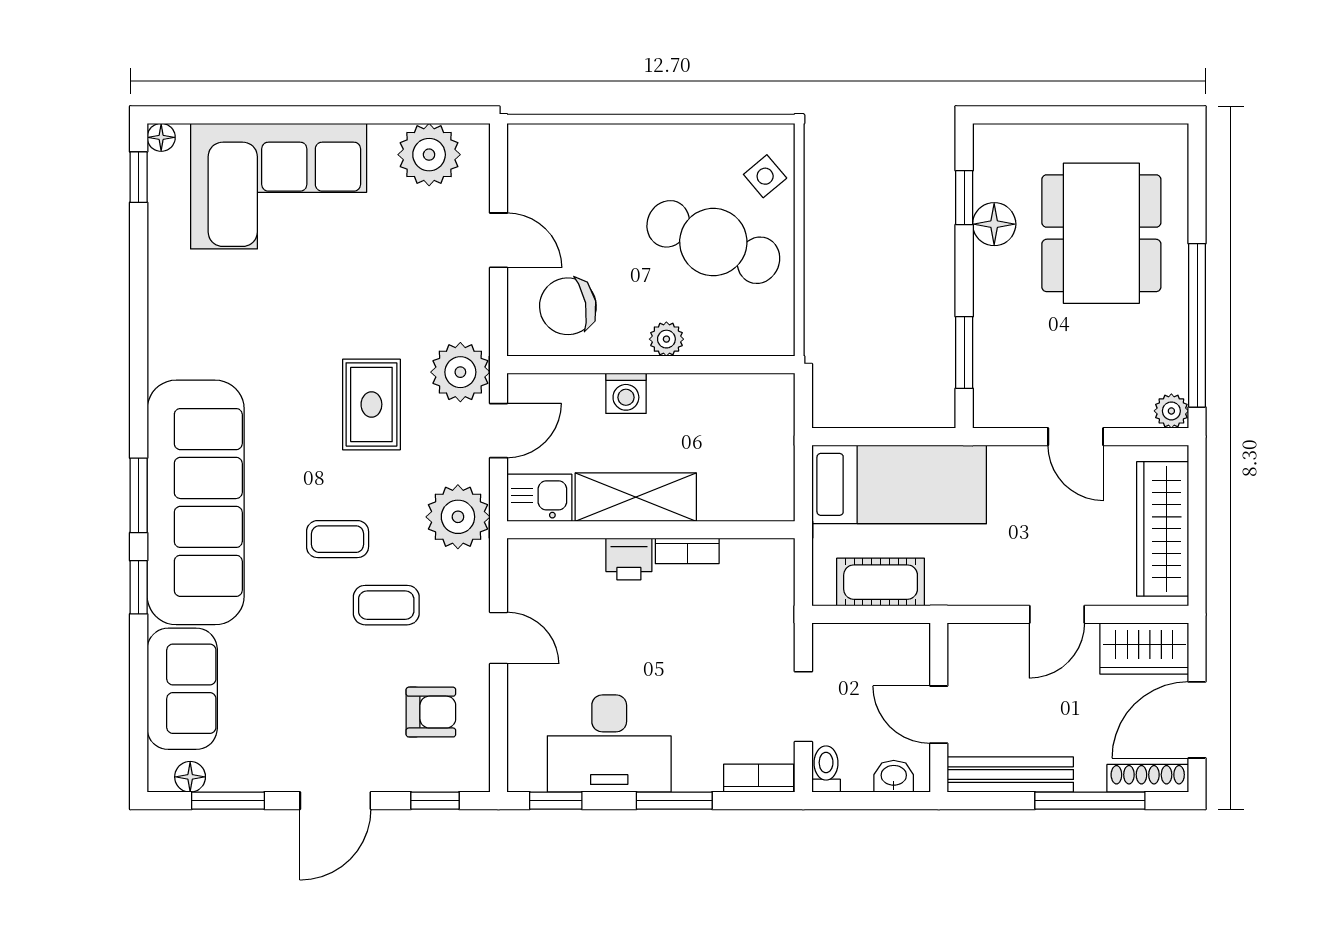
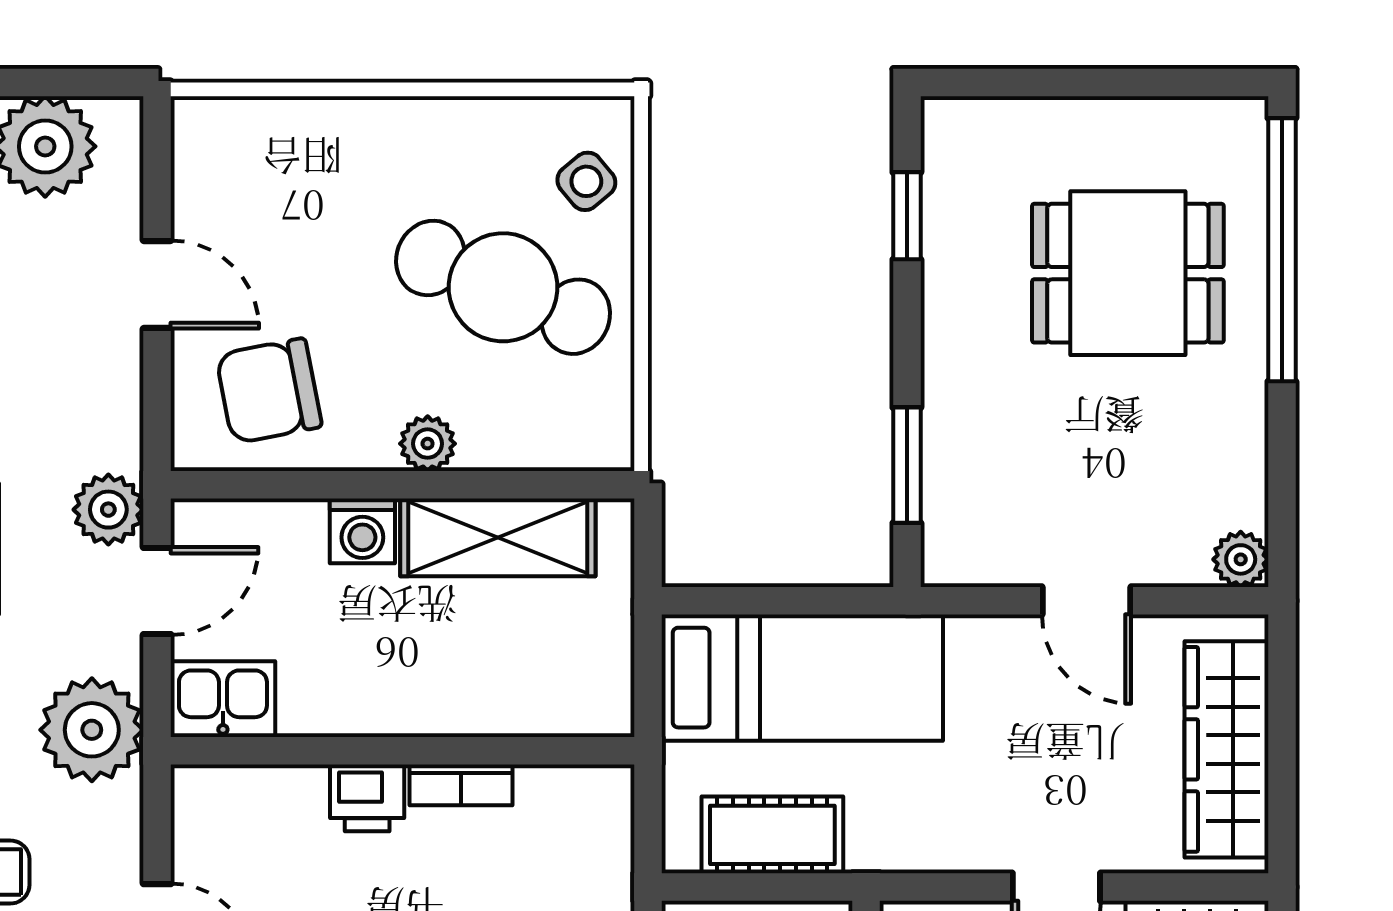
floor lamp: (994, 224) -> (955, 258), removed
dining table: (1101, 233) -> (1128, 273), width x0.73
window: (1197, 325) -> (1282, 250), moved
plant: (460, 372) -> (108, 510), width x0.73, depth x0.73
shelving: (636, 497) -> (498, 537), moved

